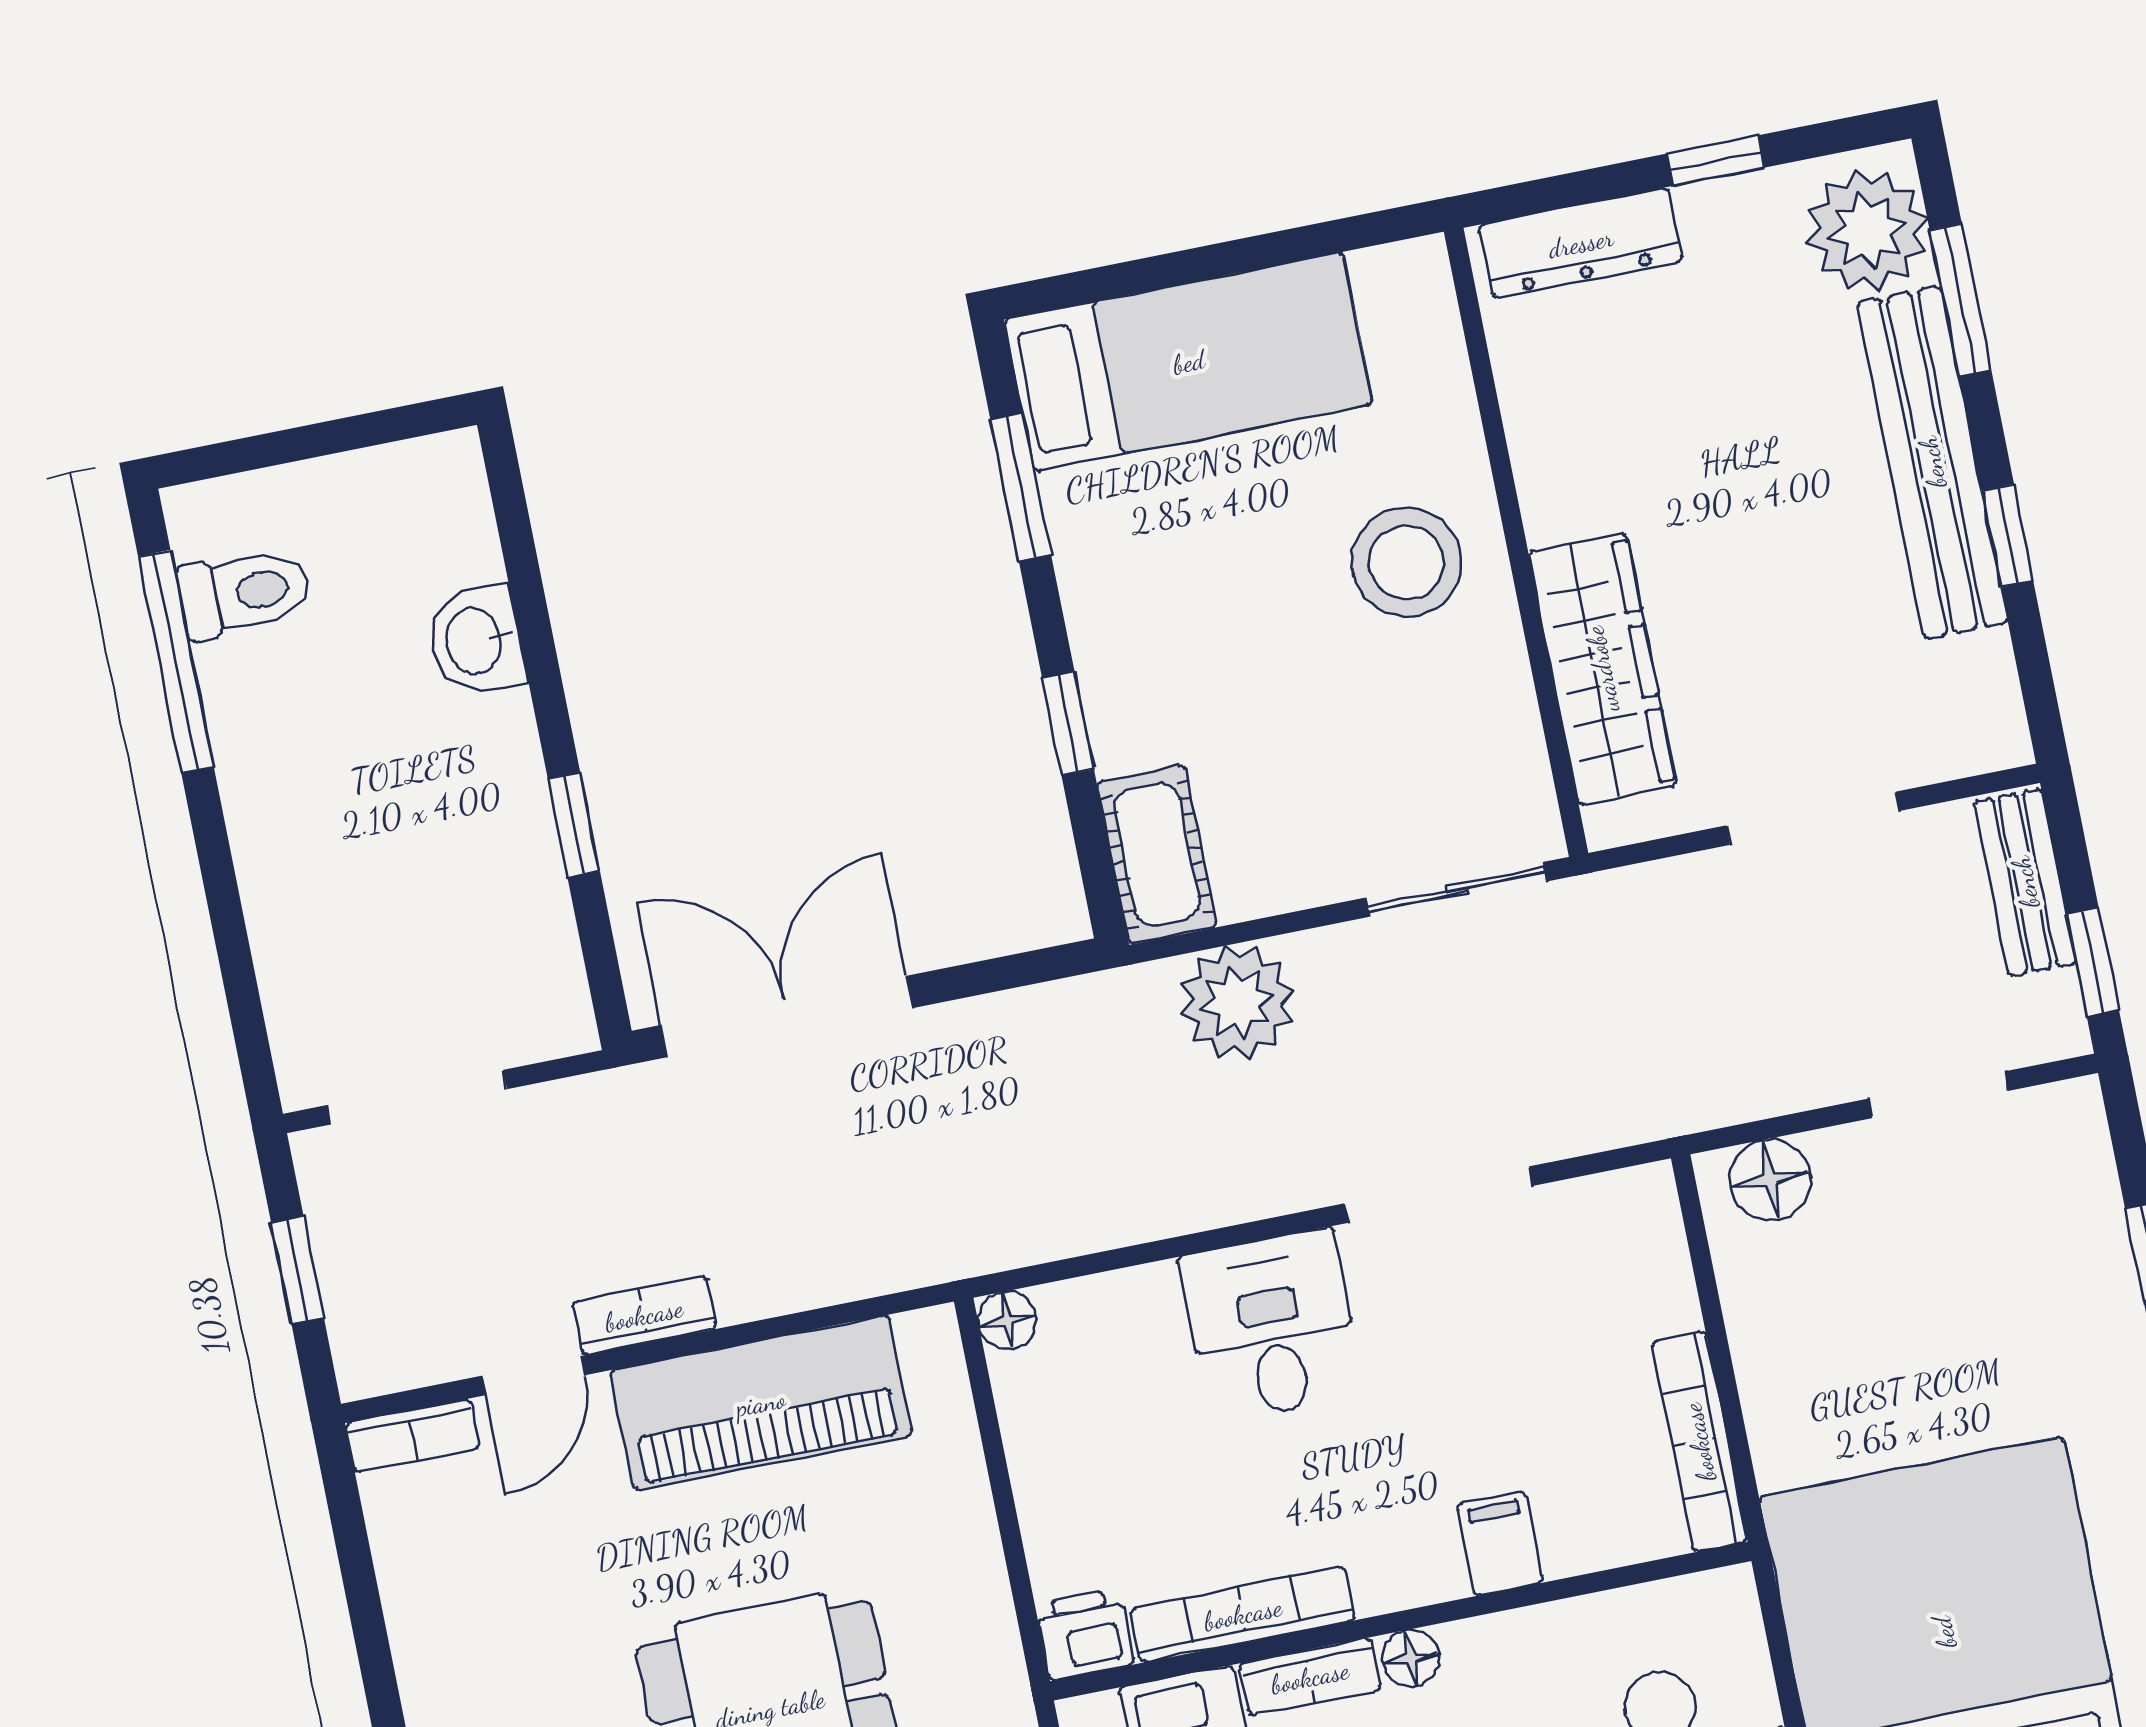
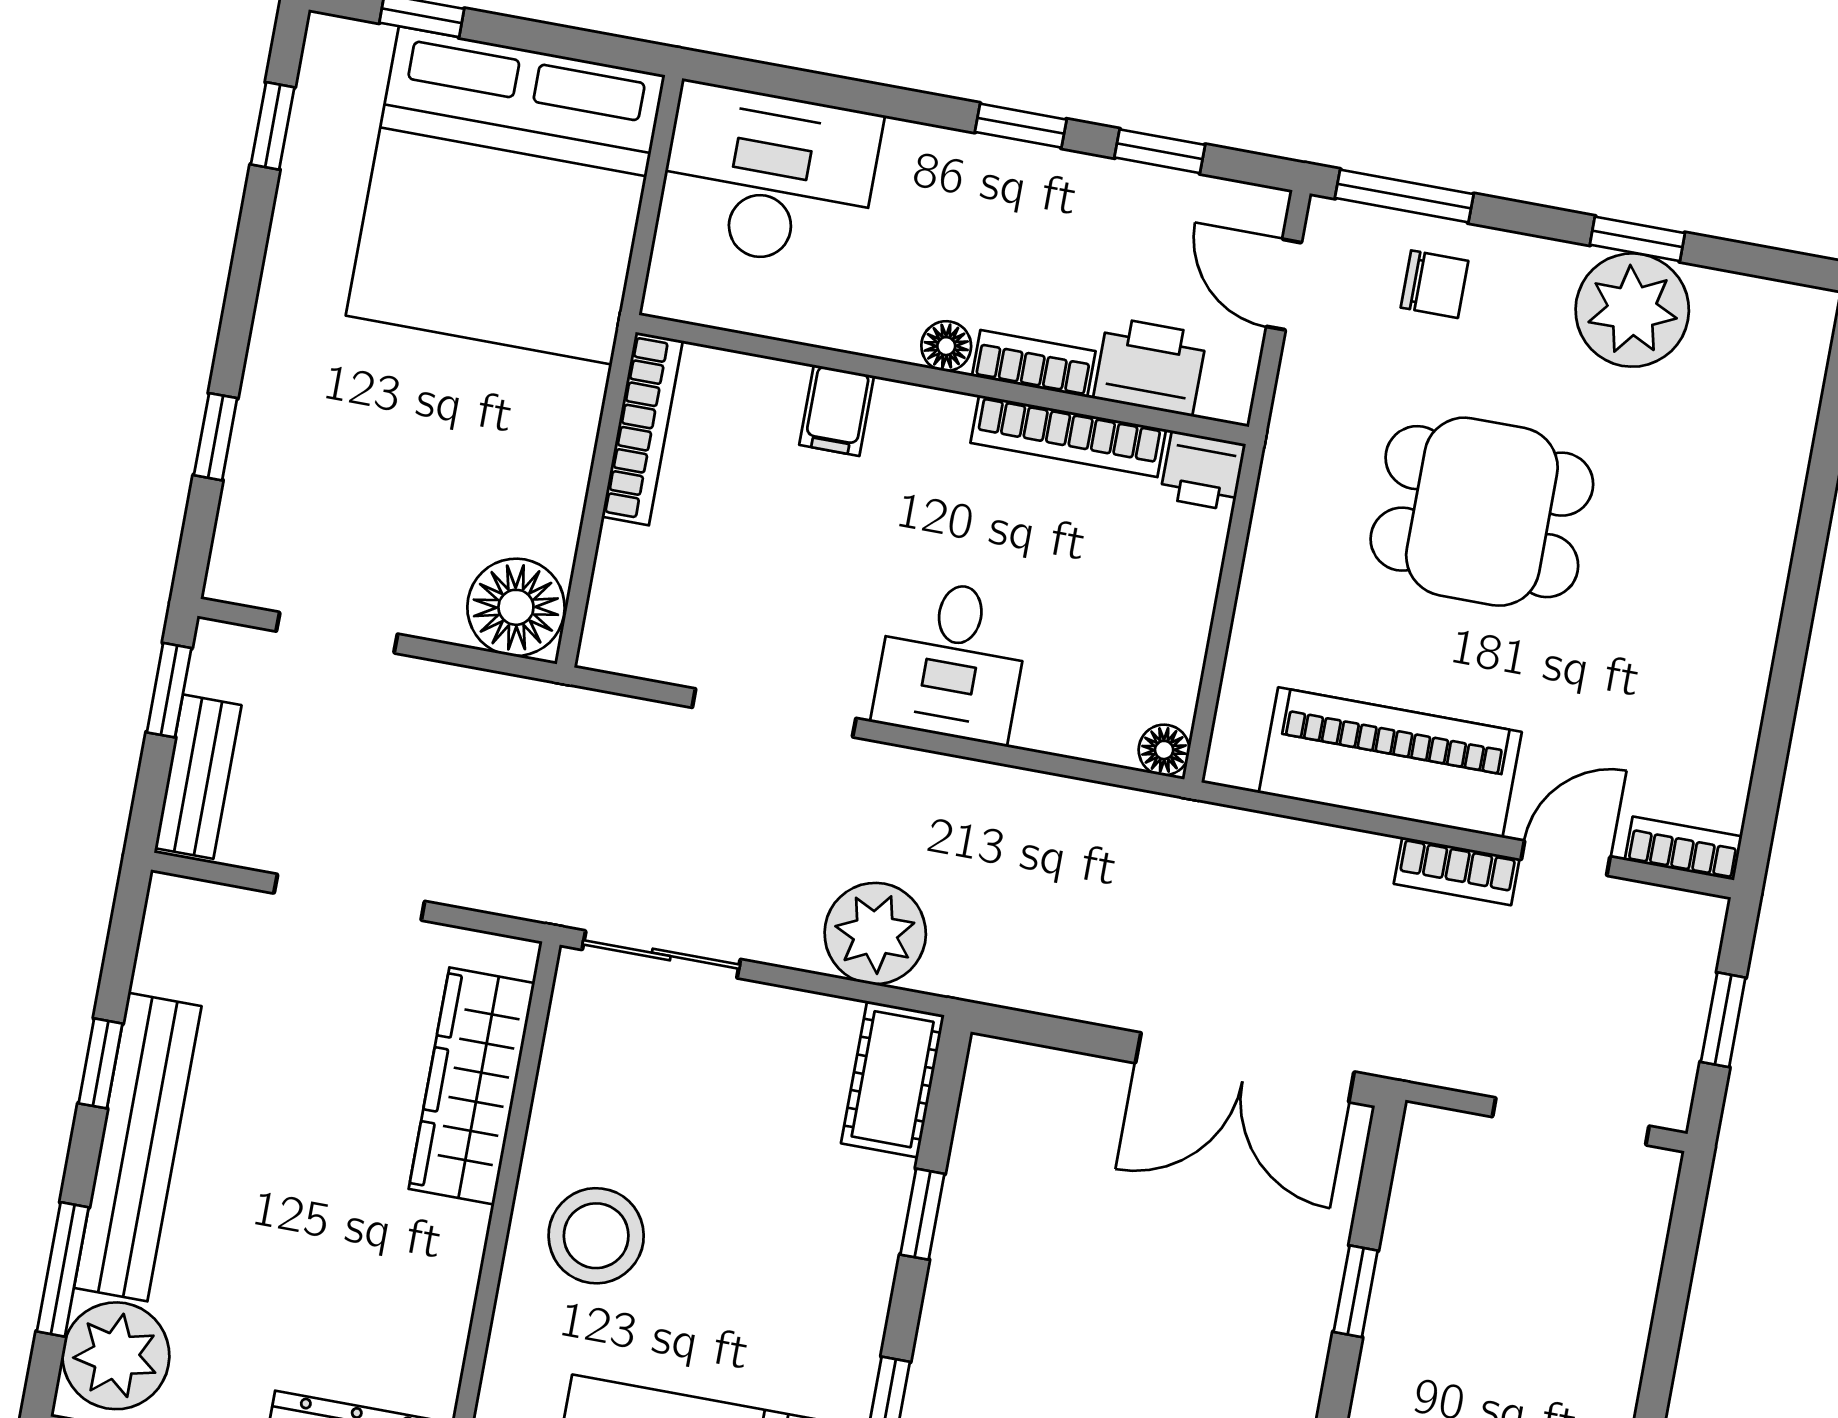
floor lamp: (1770, 1180) -> (516, 607), width x1.38, depth x1.38

